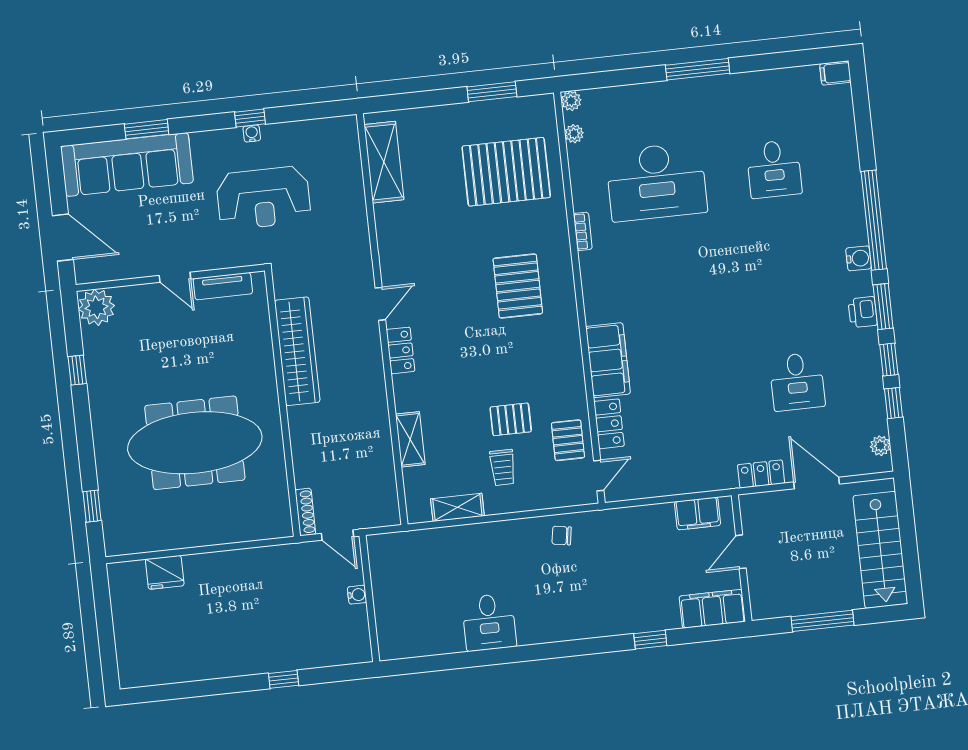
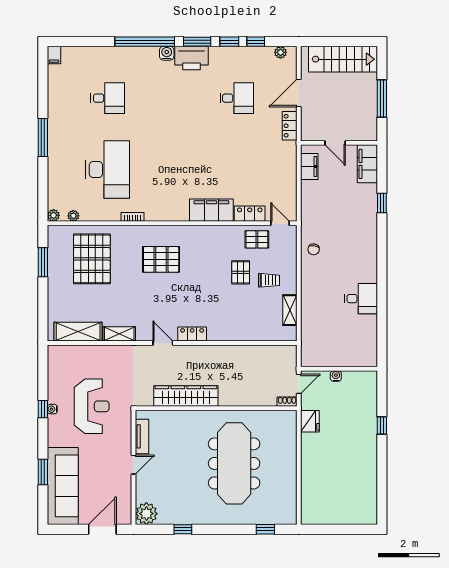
printer: (863, 312) -> (192, 58), width x1.87, depth x1.48
shelving: (410, 439) -> (119, 334), moved
shoe rack: (305, 512) -> (287, 402), width x0.70
fridge: (165, 572) -> (310, 421), moved

